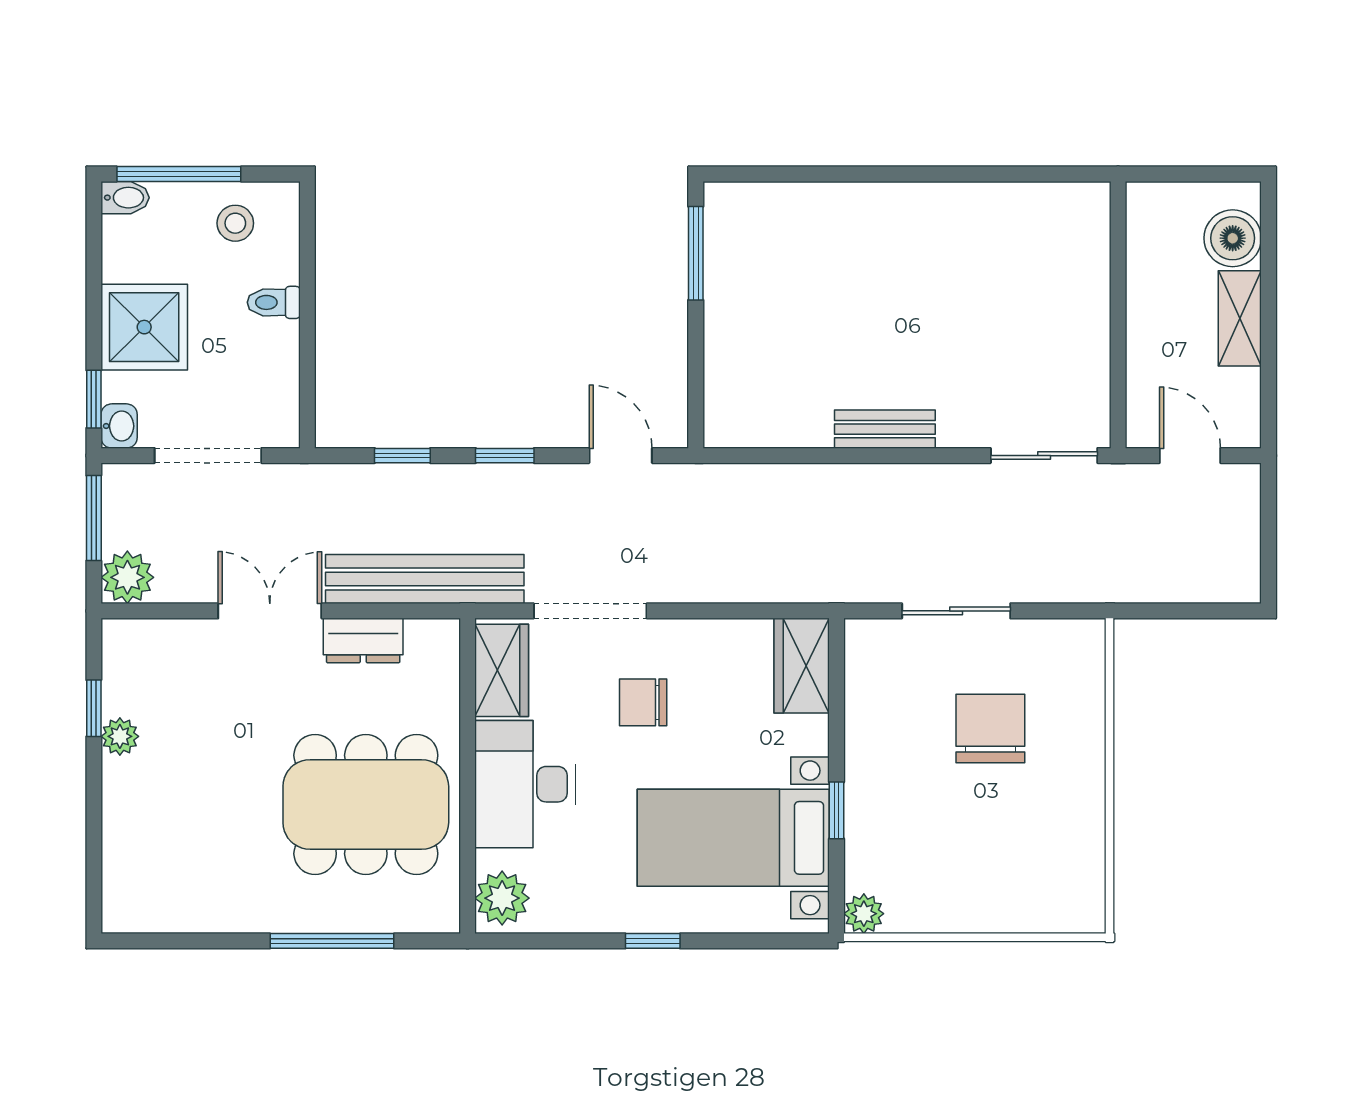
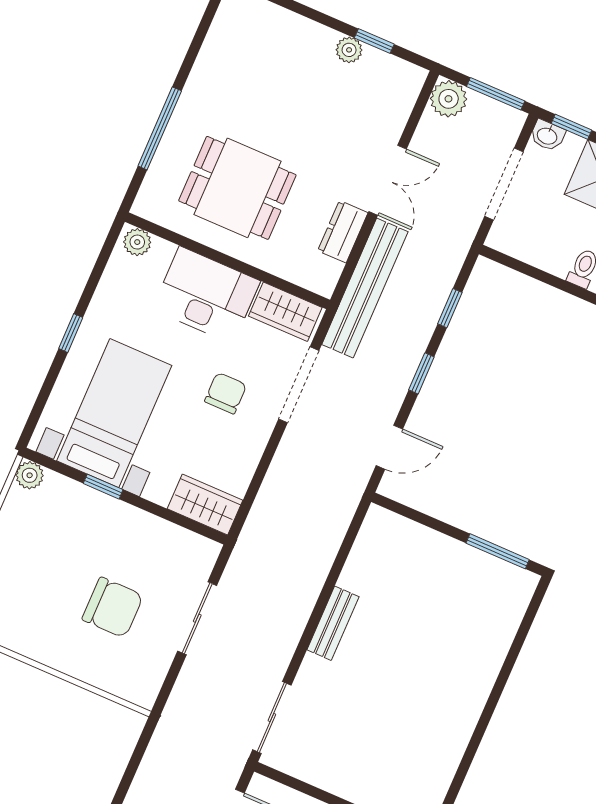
dining table: (366, 804) -> (237, 188), width x0.73
plant: (502, 898) -> (137, 242), width x0.73, depth x0.73

